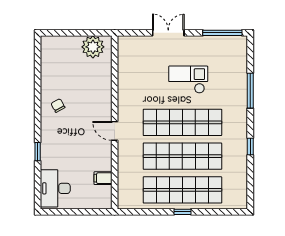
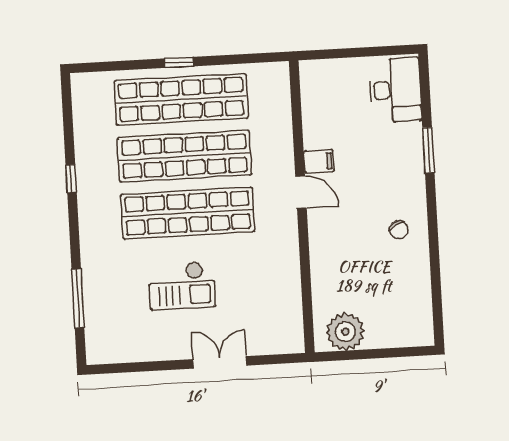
double door: (168, 33) -> (220, 362), swing flipped
window: (222, 33) -> (129, 367), removed
window: (250, 91) -> (78, 298), moved
window: (38, 152) -> (428, 150), width x1.50
filing cabinet: (103, 178) -> (319, 161), moved

